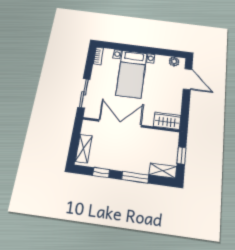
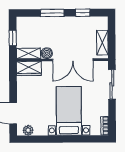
boiler: (146, 134) -> (47, 53), added
shelving: (84, 149) -> (102, 43), moved
shelving: (163, 171) -> (28, 53), moved

